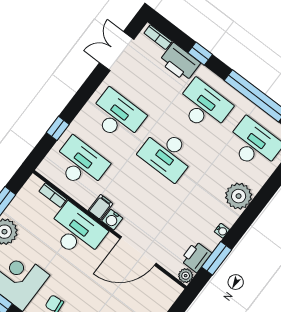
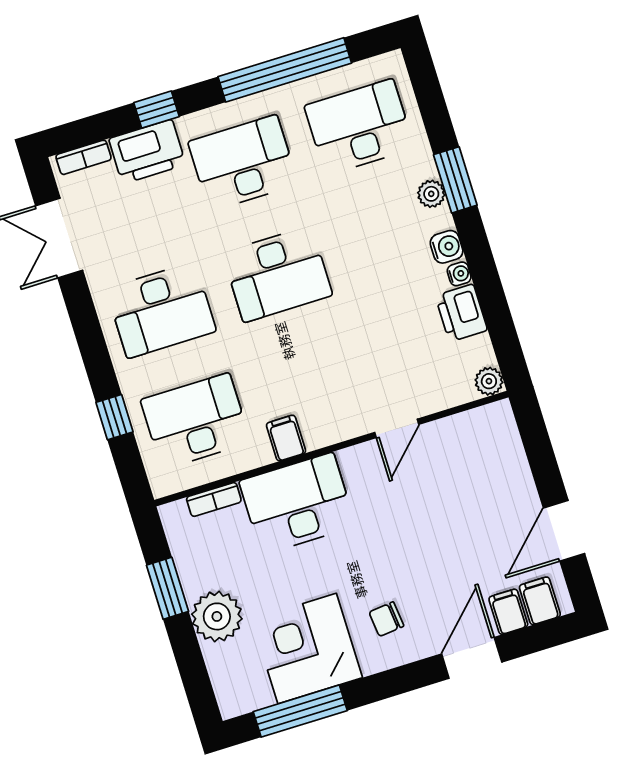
desk: (117, 116) -> (161, 310), turned 180
plant: (239, 196) -> (431, 194), width x0.53, depth x0.53
water cooler: (112, 220) -> (447, 247), moved, turned -90
door: (138, 251) -> (397, 428), width x0.53
printer: (196, 257) -> (461, 313), moved
window: (217, 258) -> (455, 180), moved

